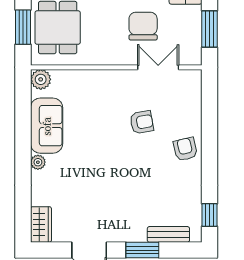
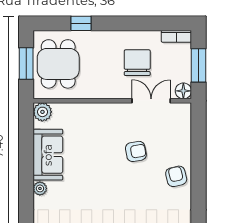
floor lamp: (193, 57) -> (183, 91), added

